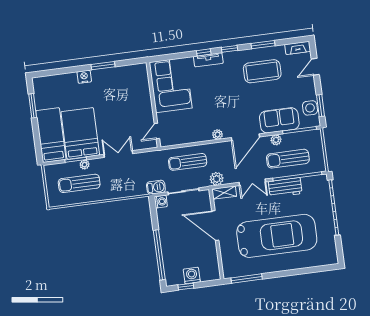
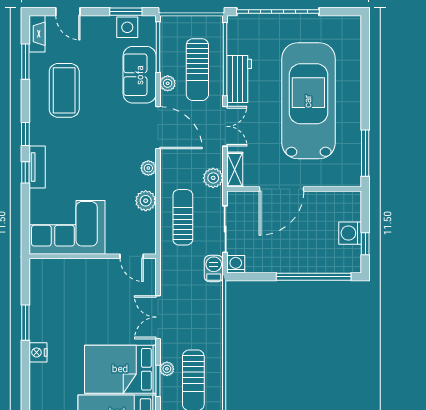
window: (263, 45) -> (25, 62), moved
plant: (195, 136) -> (146, 201), added
sun lounger: (188, 162) -> (183, 217), turned 180

